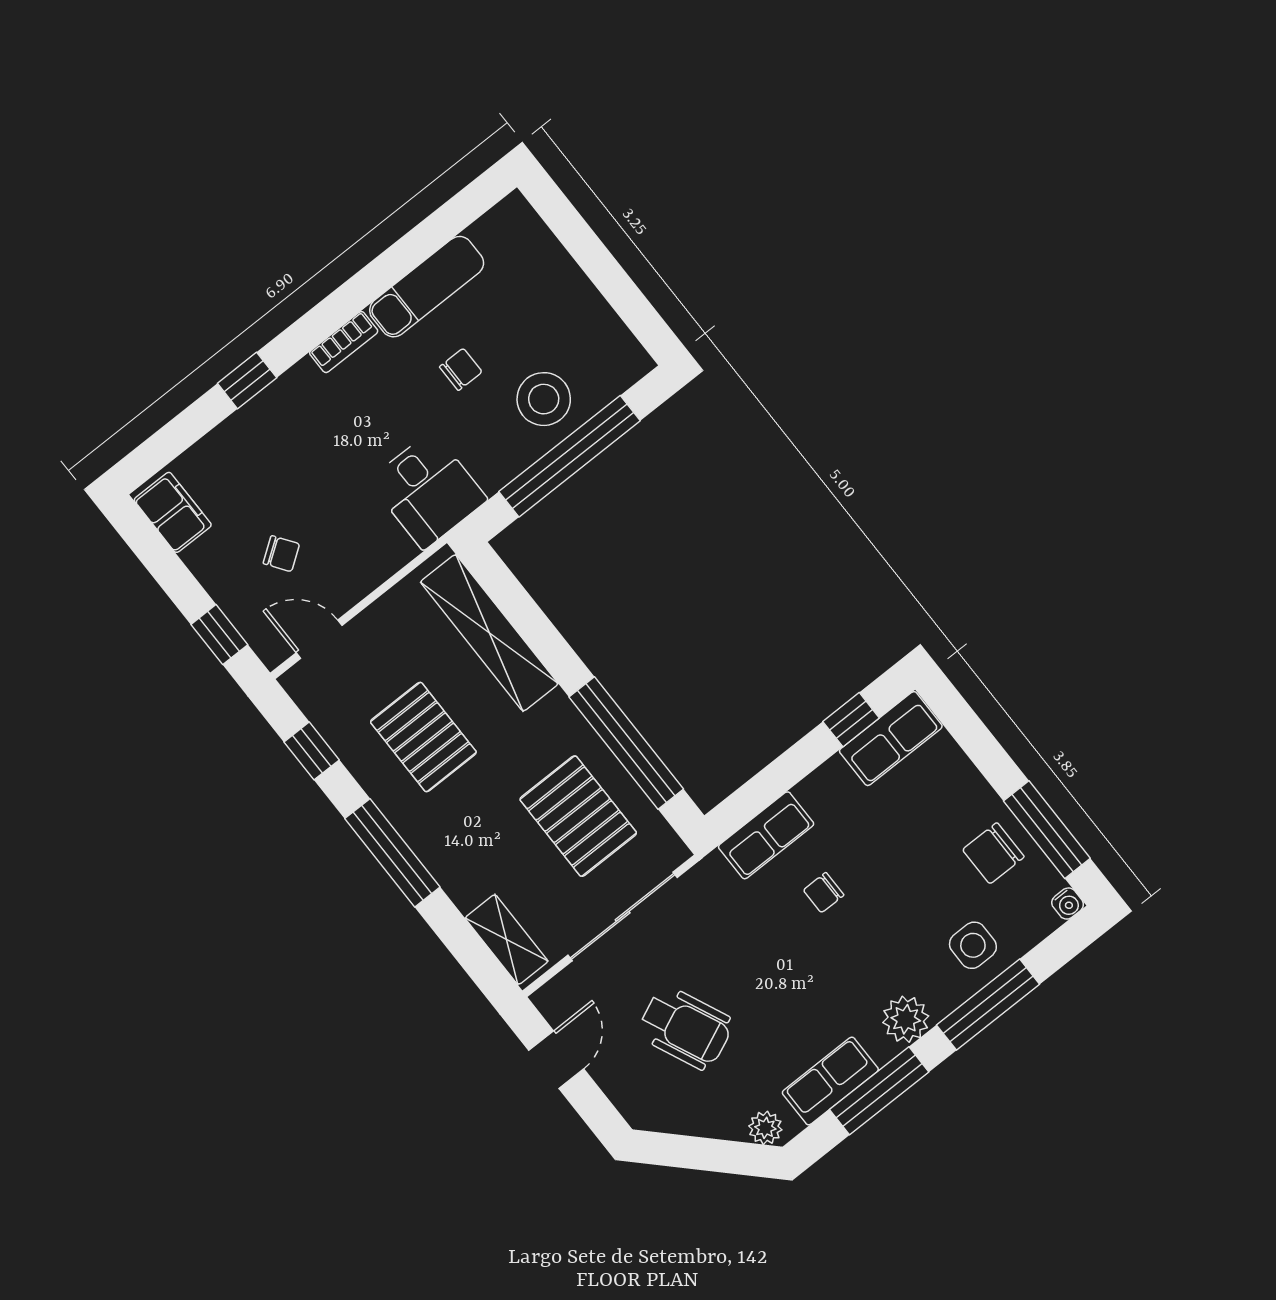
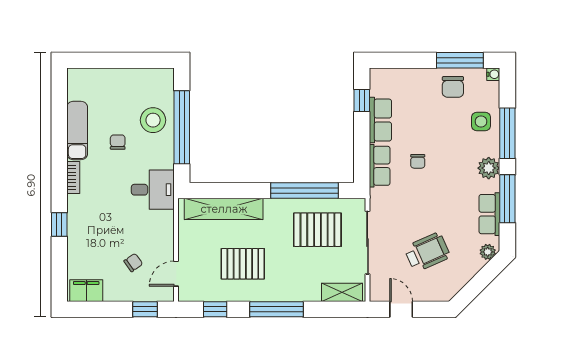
row of seats: (891, 739) -> (380, 120), moved

